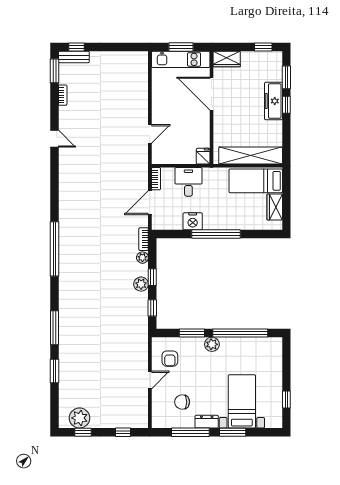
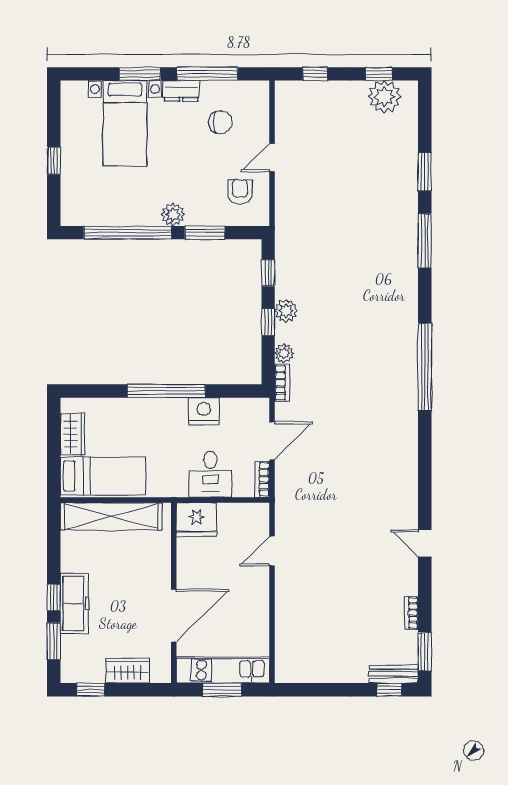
wardrobe: (227, 59) -> (128, 671), moved
door: (211, 94) -> (174, 615), hinge flipped
fridge: (203, 156) -> (196, 520), width x1.88, depth x1.34
window: (286, 400) -> (54, 161), moved

